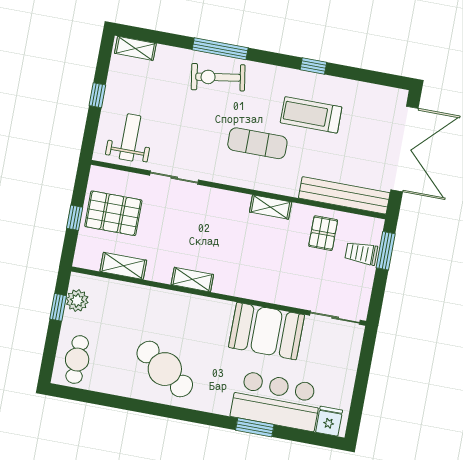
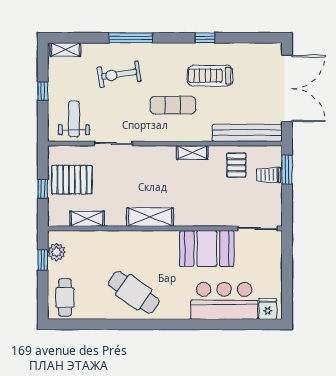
exercise bike: (218, 77) -> (119, 74), moved
shelving: (192, 280) -> (150, 217), width x1.50, depth x1.33
window: (255, 427) -> (211, 324), removed

